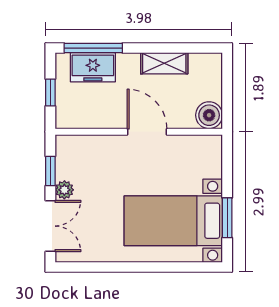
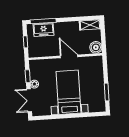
shelving: (164, 63) -> (90, 25), moved
bed with nightstands: (173, 221) -> (69, 92), moved, turned 90
double door: (50, 226) -> (29, 100), swing flipped

